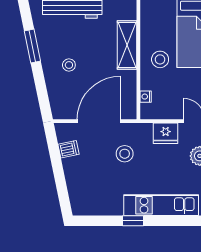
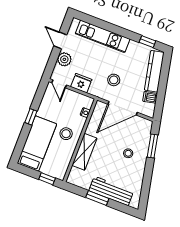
window: (32, 46) -> (152, 146), moved
kitchen counter: (76, 185) -> (154, 71), added
window: (133, 221) -> (147, 42), moved

